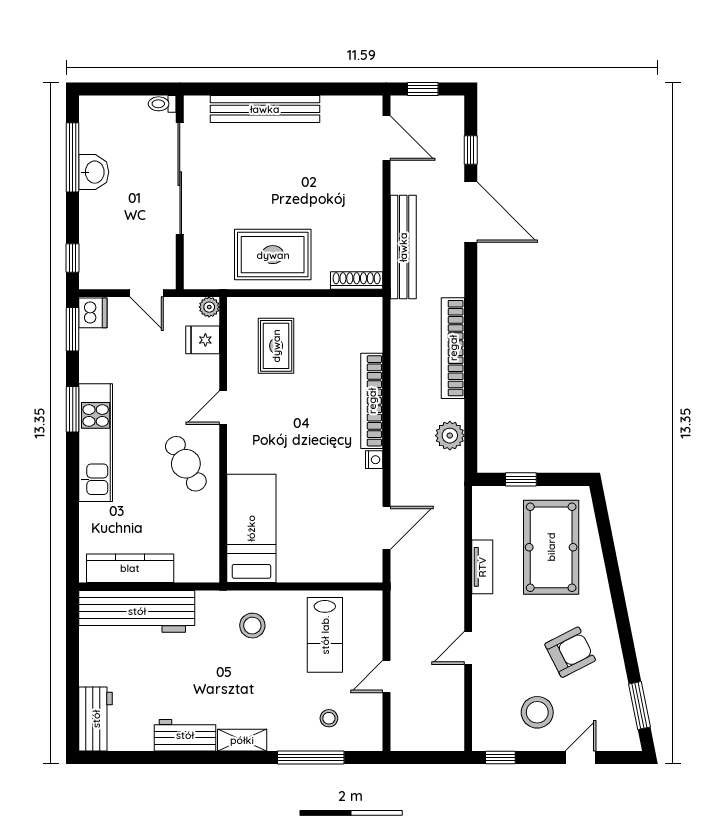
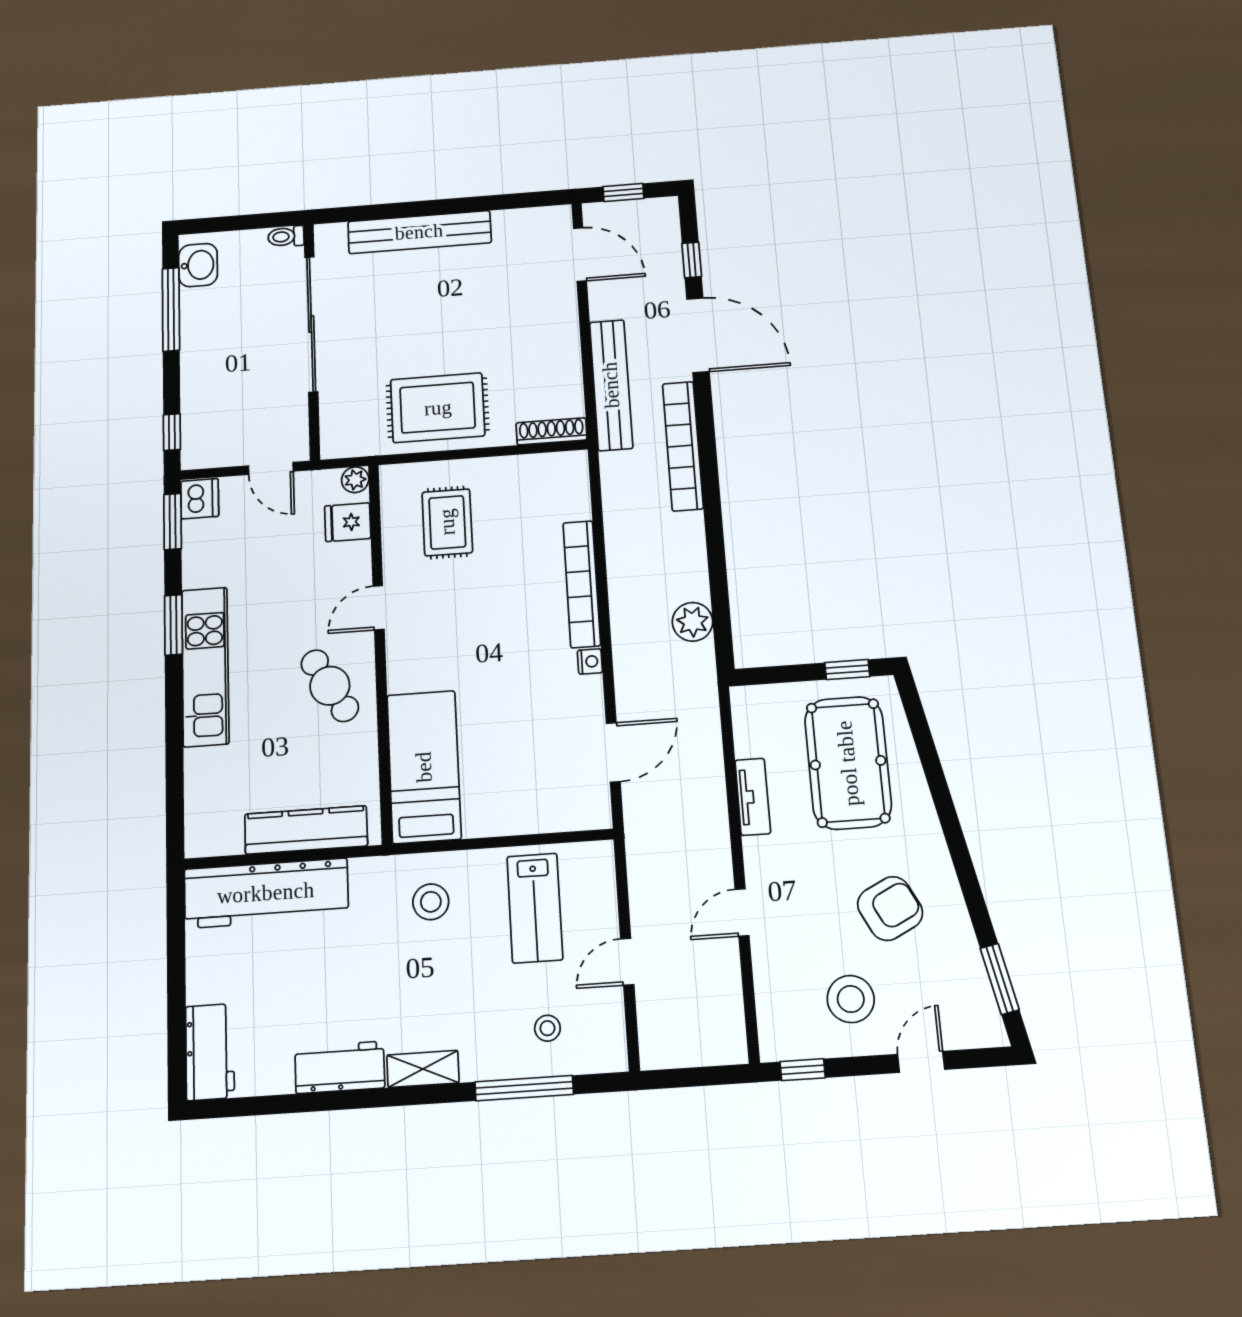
washbasin: (94, 172) -> (198, 265), moved
bookcase: (453, 348) -> (683, 446), moved
window: (521, 479) -> (847, 670), moved
kitchen counter: (130, 568) -> (306, 830), moved

